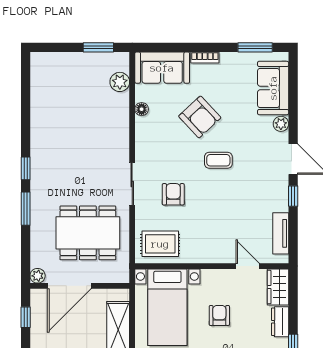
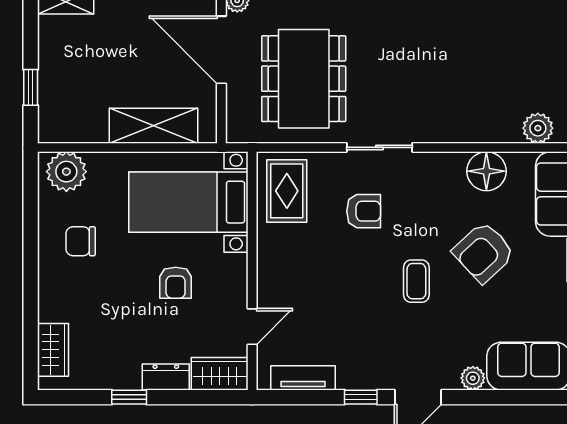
floor lamp: (142, 109) -> (486, 171), width x1.89, depth x1.89
armchair: (219, 315) -> (176, 283), turned 90

